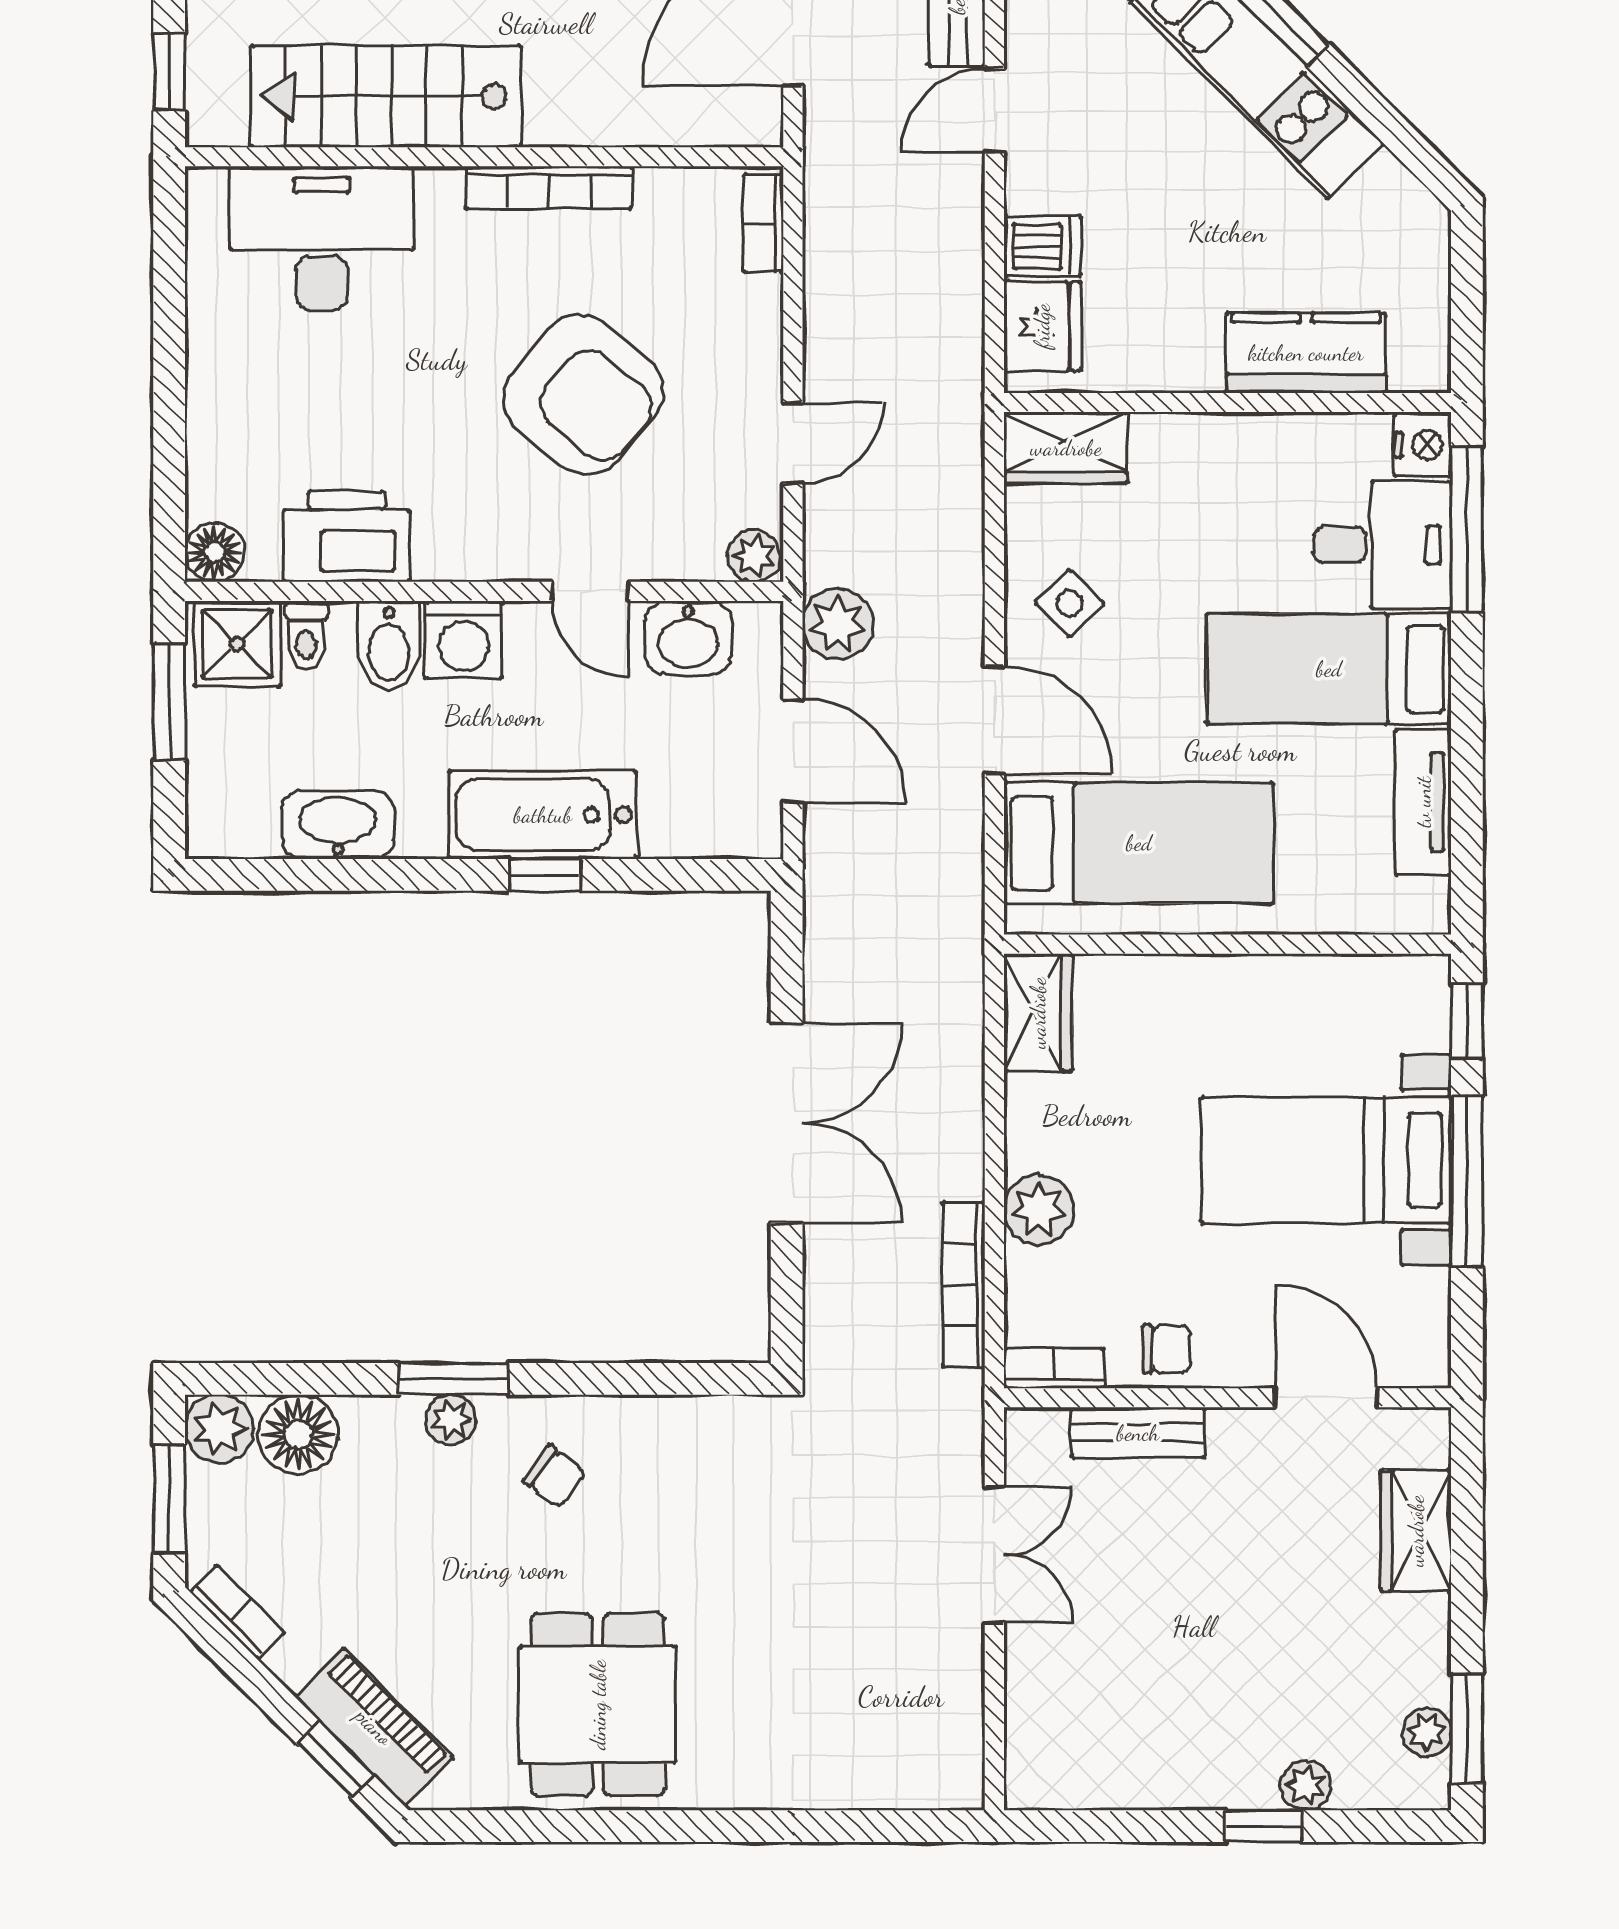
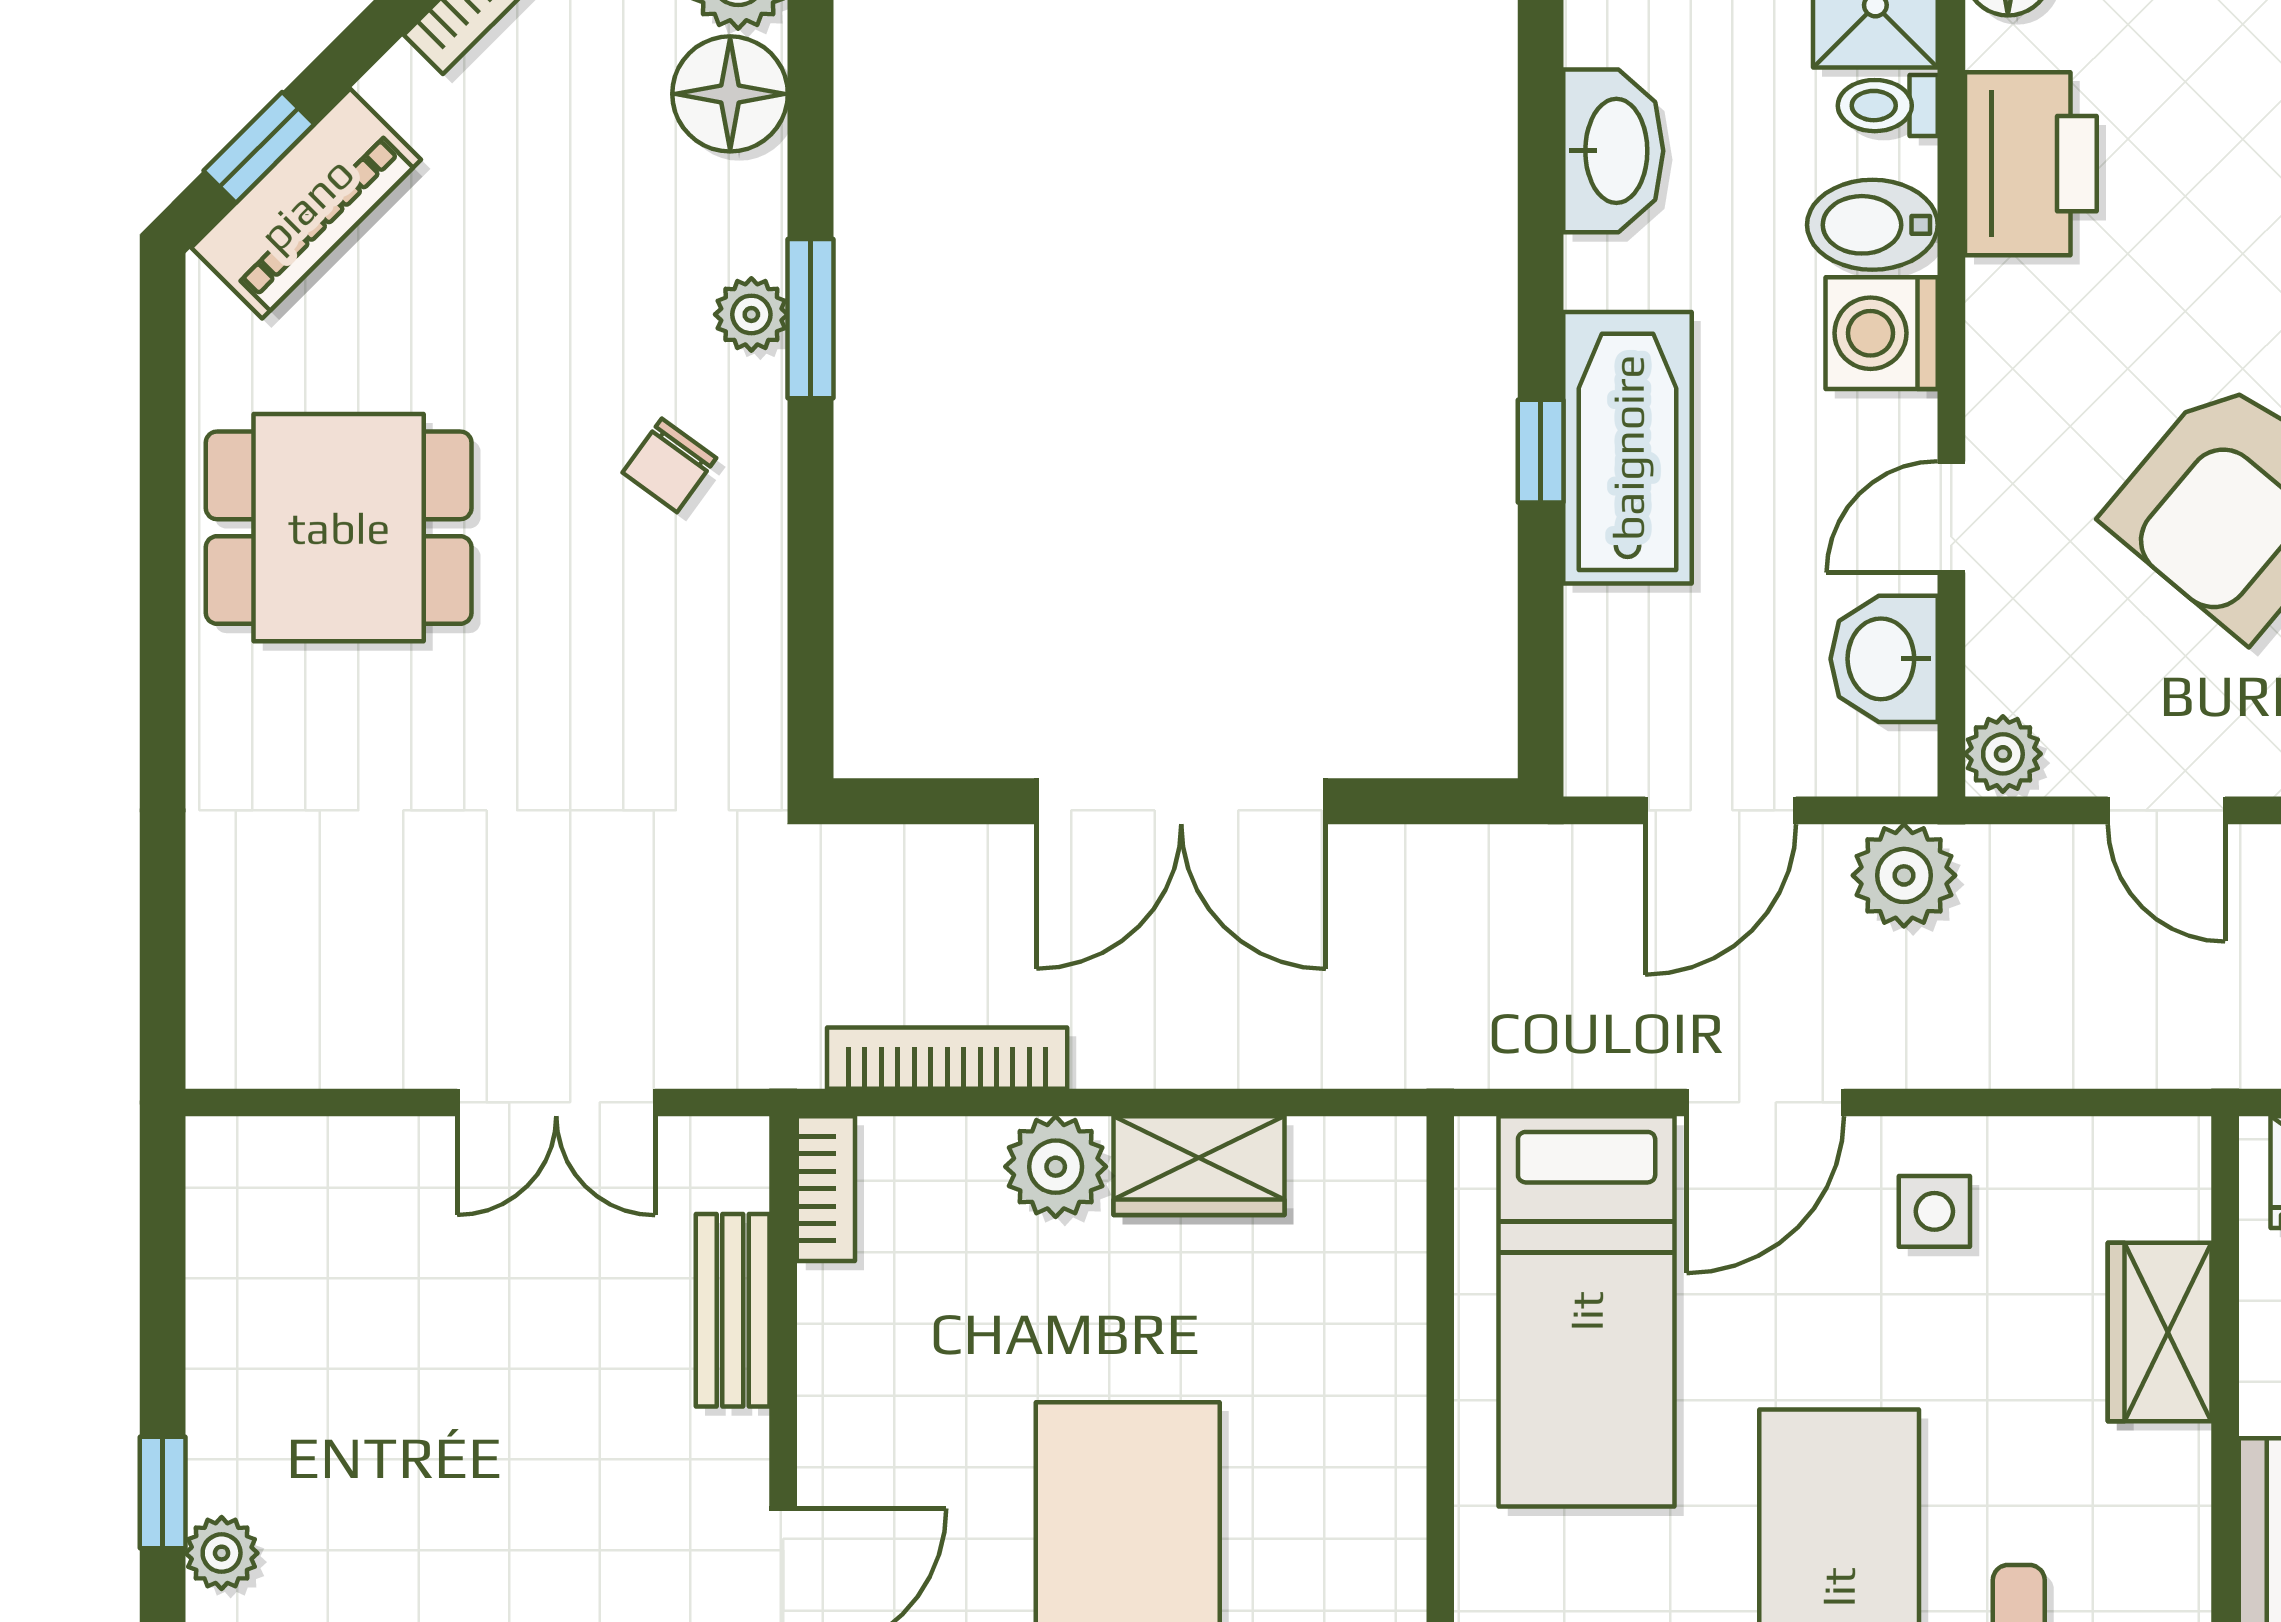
wardrobe: (1066, 448) -> (2160, 1332), moved
side table: (1070, 603) -> (1934, 1211), turned 45
wardrobe: (1038, 1013) -> (1199, 1166), moved
chair: (1167, 1349) -> (854, 1352), removed

